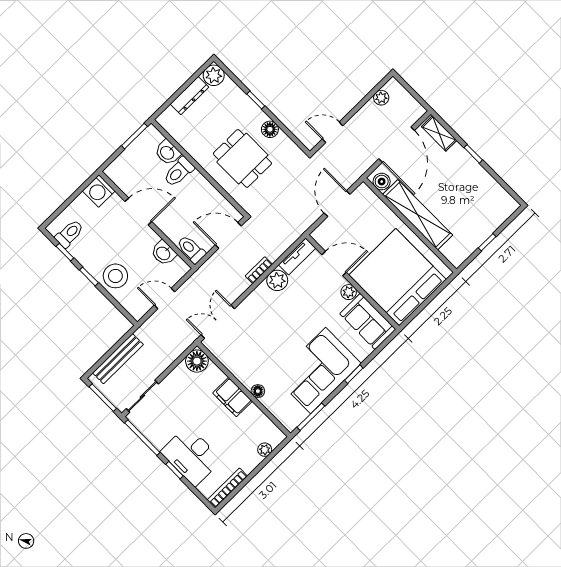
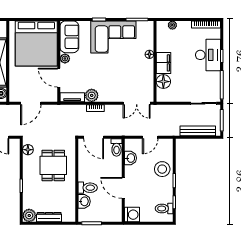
floor lamp: (270, 129) -> (28, 150), moved
door: (165, 298) -> (150, 137), hinge flipped
floor lamp: (197, 361) -> (163, 82), moved

